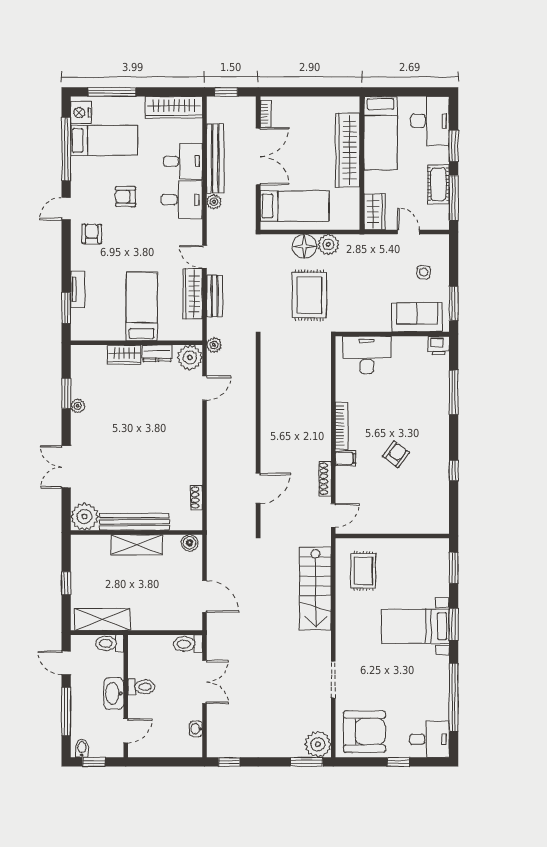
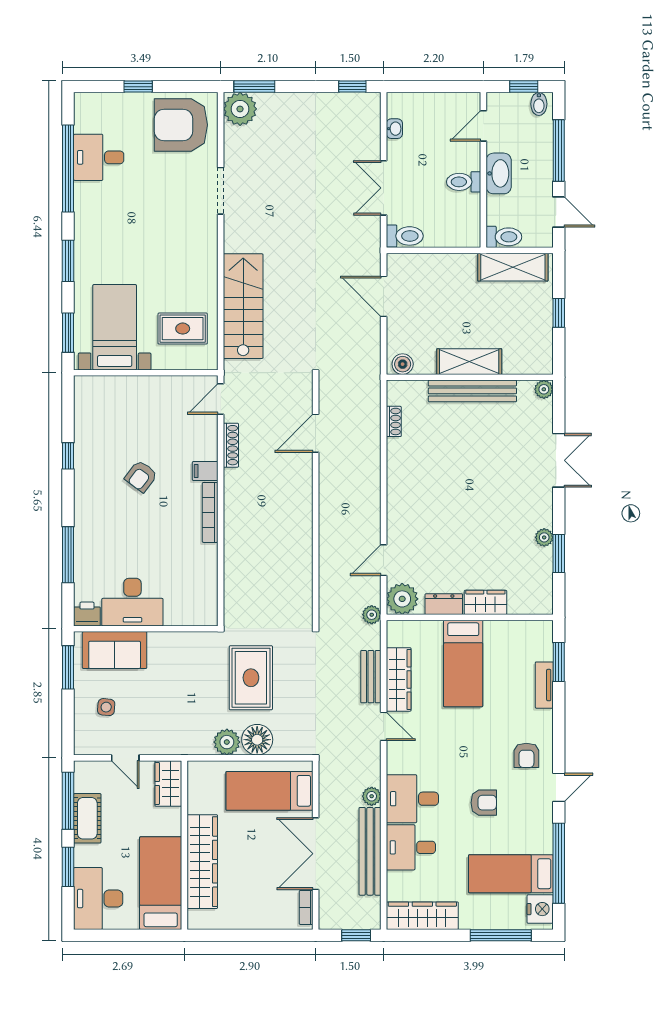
desk: (367, 355) -> (132, 602), moved
plant: (84, 517) -> (544, 389), width x0.53, depth x0.53
rug: (363, 571) -> (183, 329), turned 90
bed with nightstands: (415, 626) -> (115, 327), moved, turned -90
desk: (429, 739) -> (99, 157), moved

